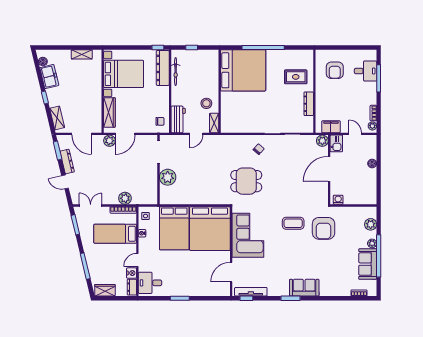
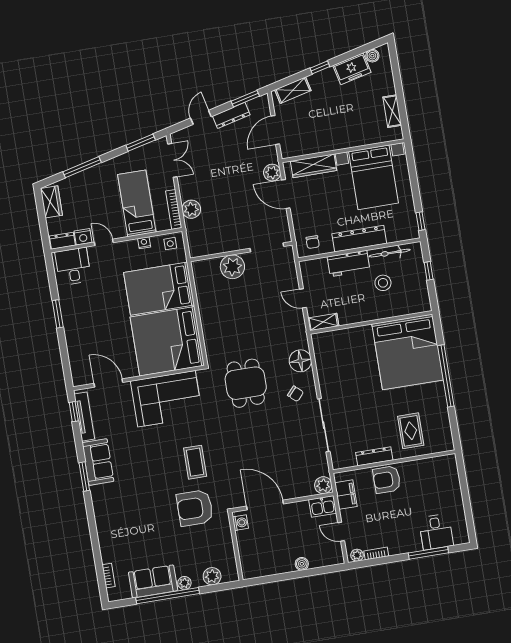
dresser: (163, 68) -> (359, 239), moved
armchair: (335, 70) -> (387, 480), moved
stool: (206, 103) -> (383, 283), moved
workbench: (178, 119) -> (349, 264), moved
door: (355, 134) -> (341, 532), swing flipped
floor lamp: (237, 142) -> (300, 361), added
door: (329, 169) -> (265, 505), moved
sofa: (304, 288) -> (98, 462), moved

